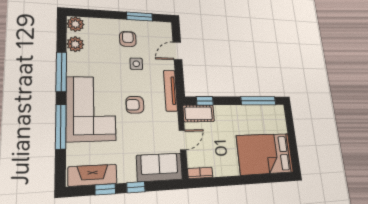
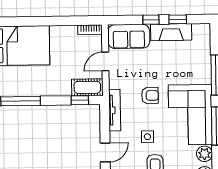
corner sofa: (91, 109) -> (190, 115), moved
fireplace: (93, 175) -> (171, 32), moved

